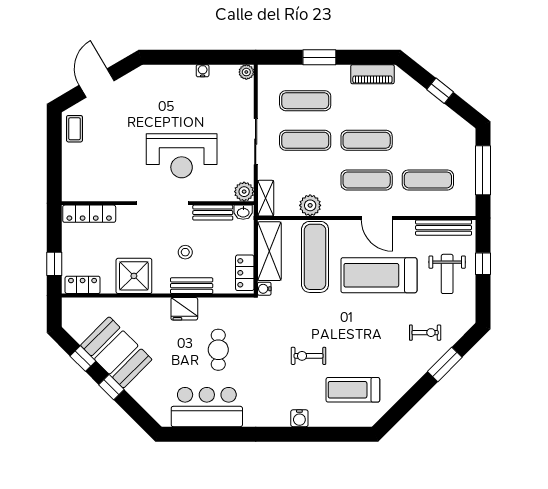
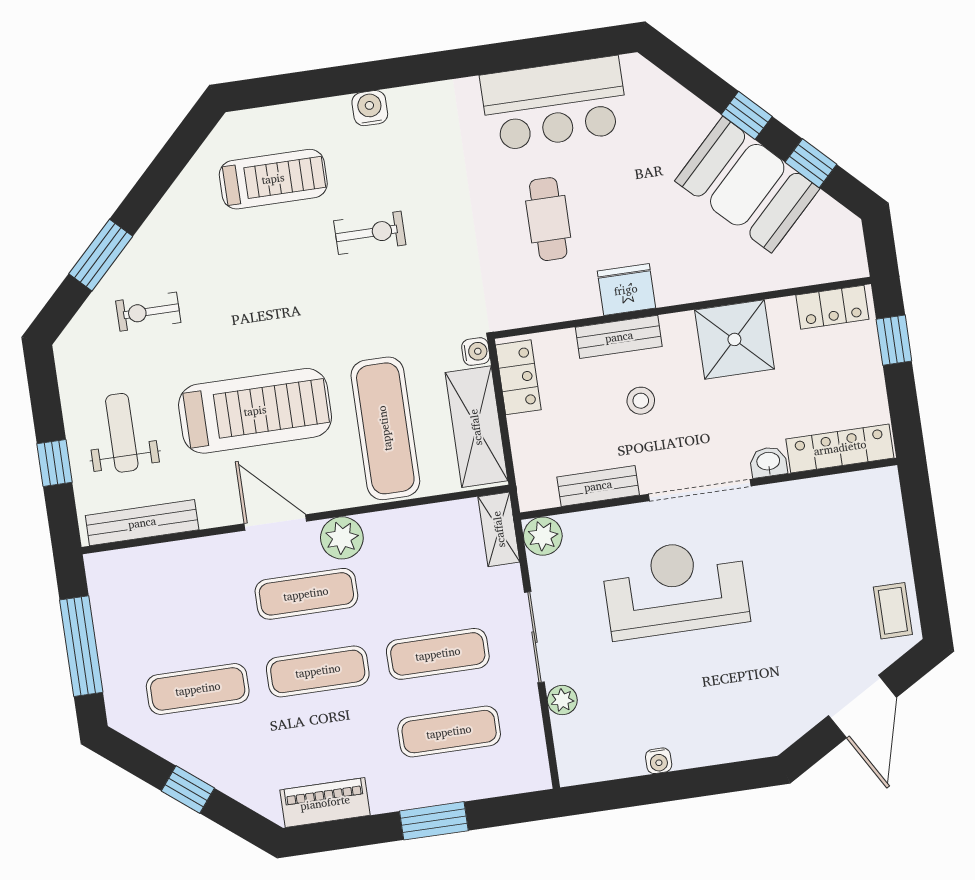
plant: (246, 72) -> (562, 700), moved
exercise mat: (428, 180) -> (198, 689), moved
plant: (310, 205) -> (342, 538), moved
washbasin: (243, 212) -> (768, 462), moved

